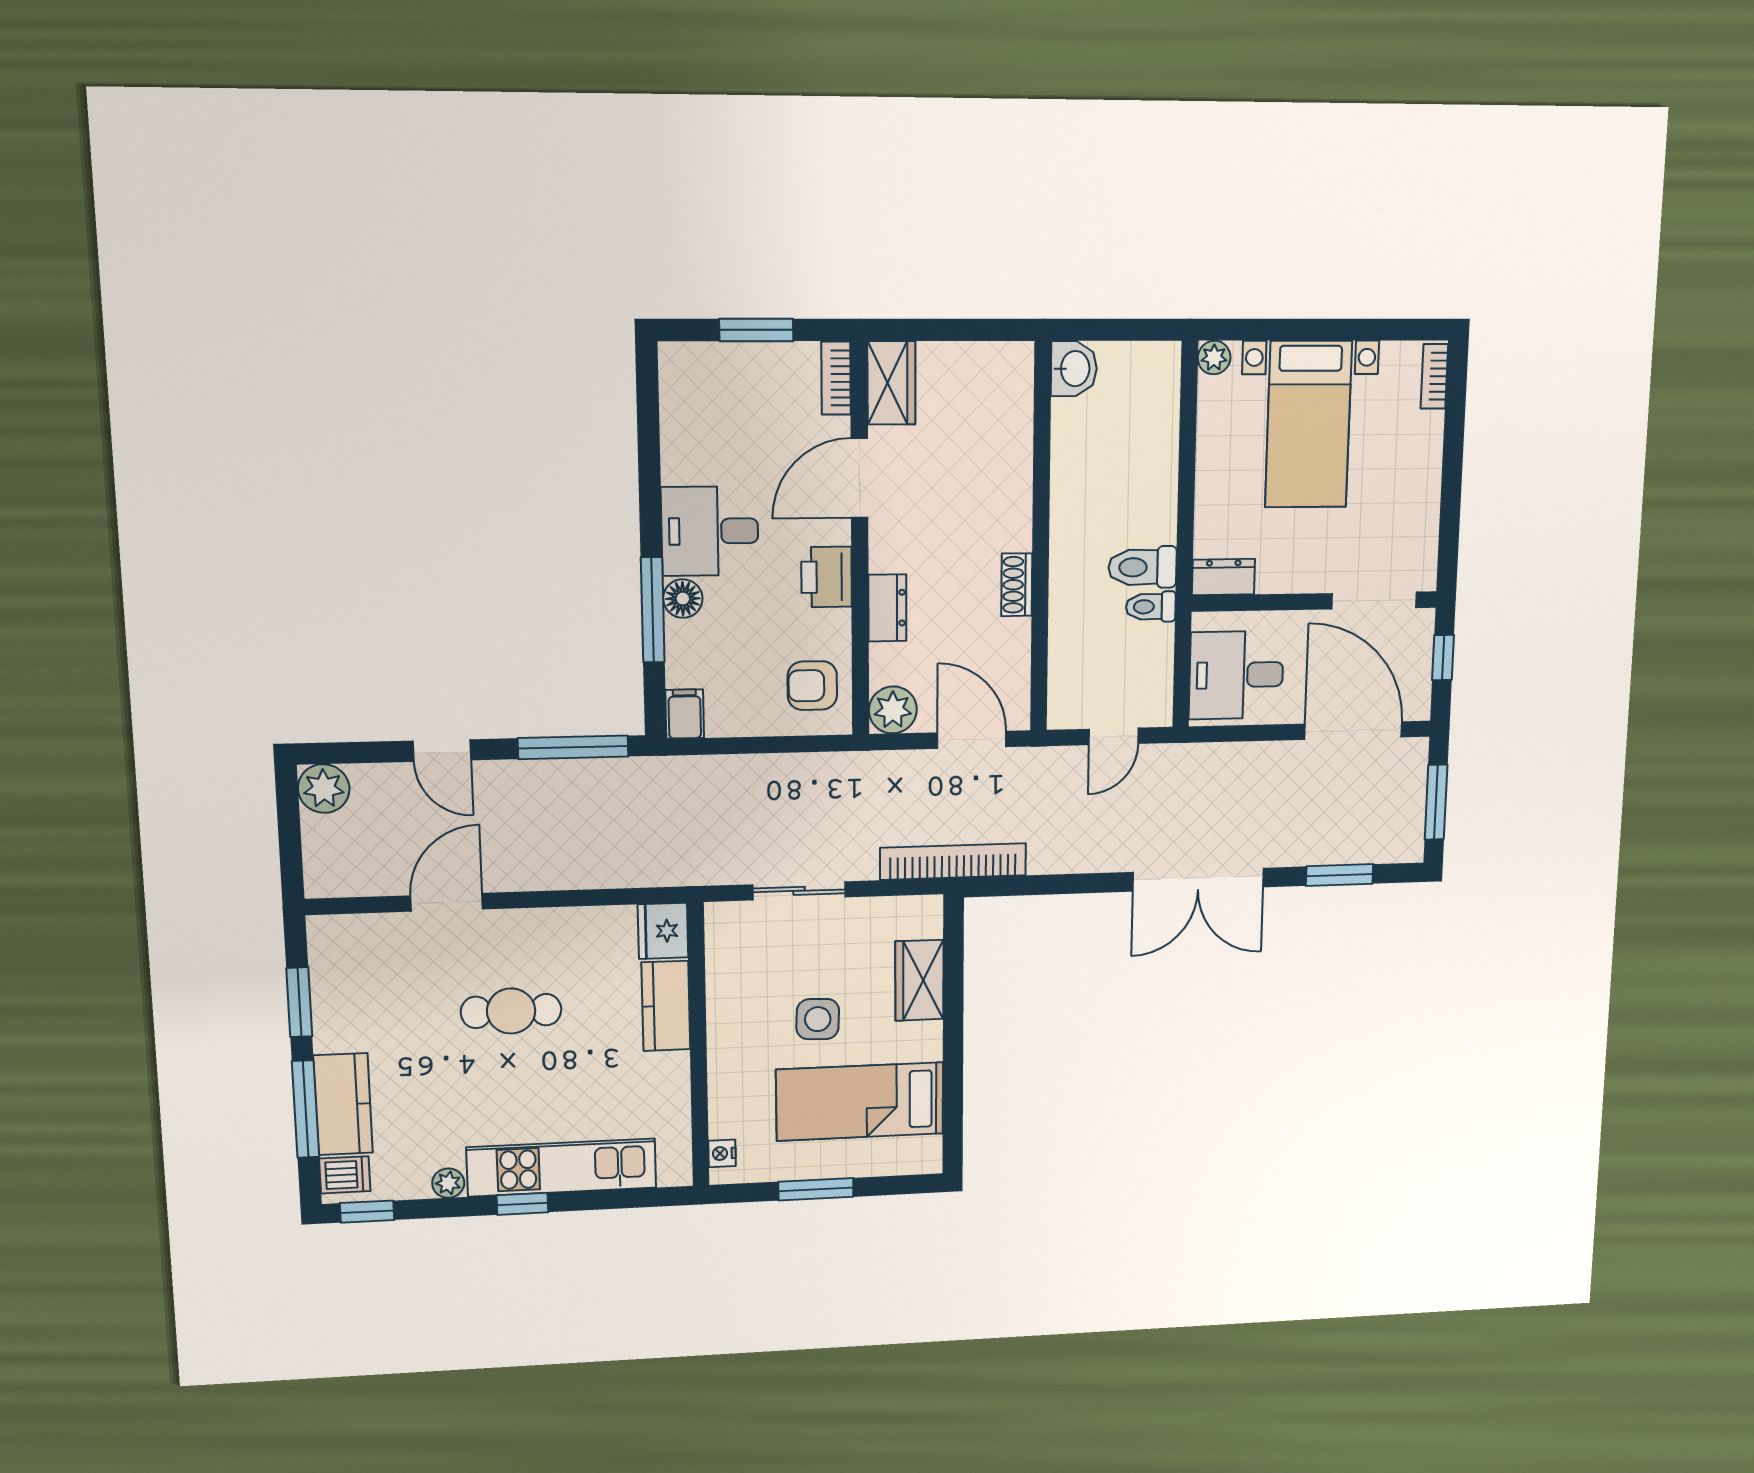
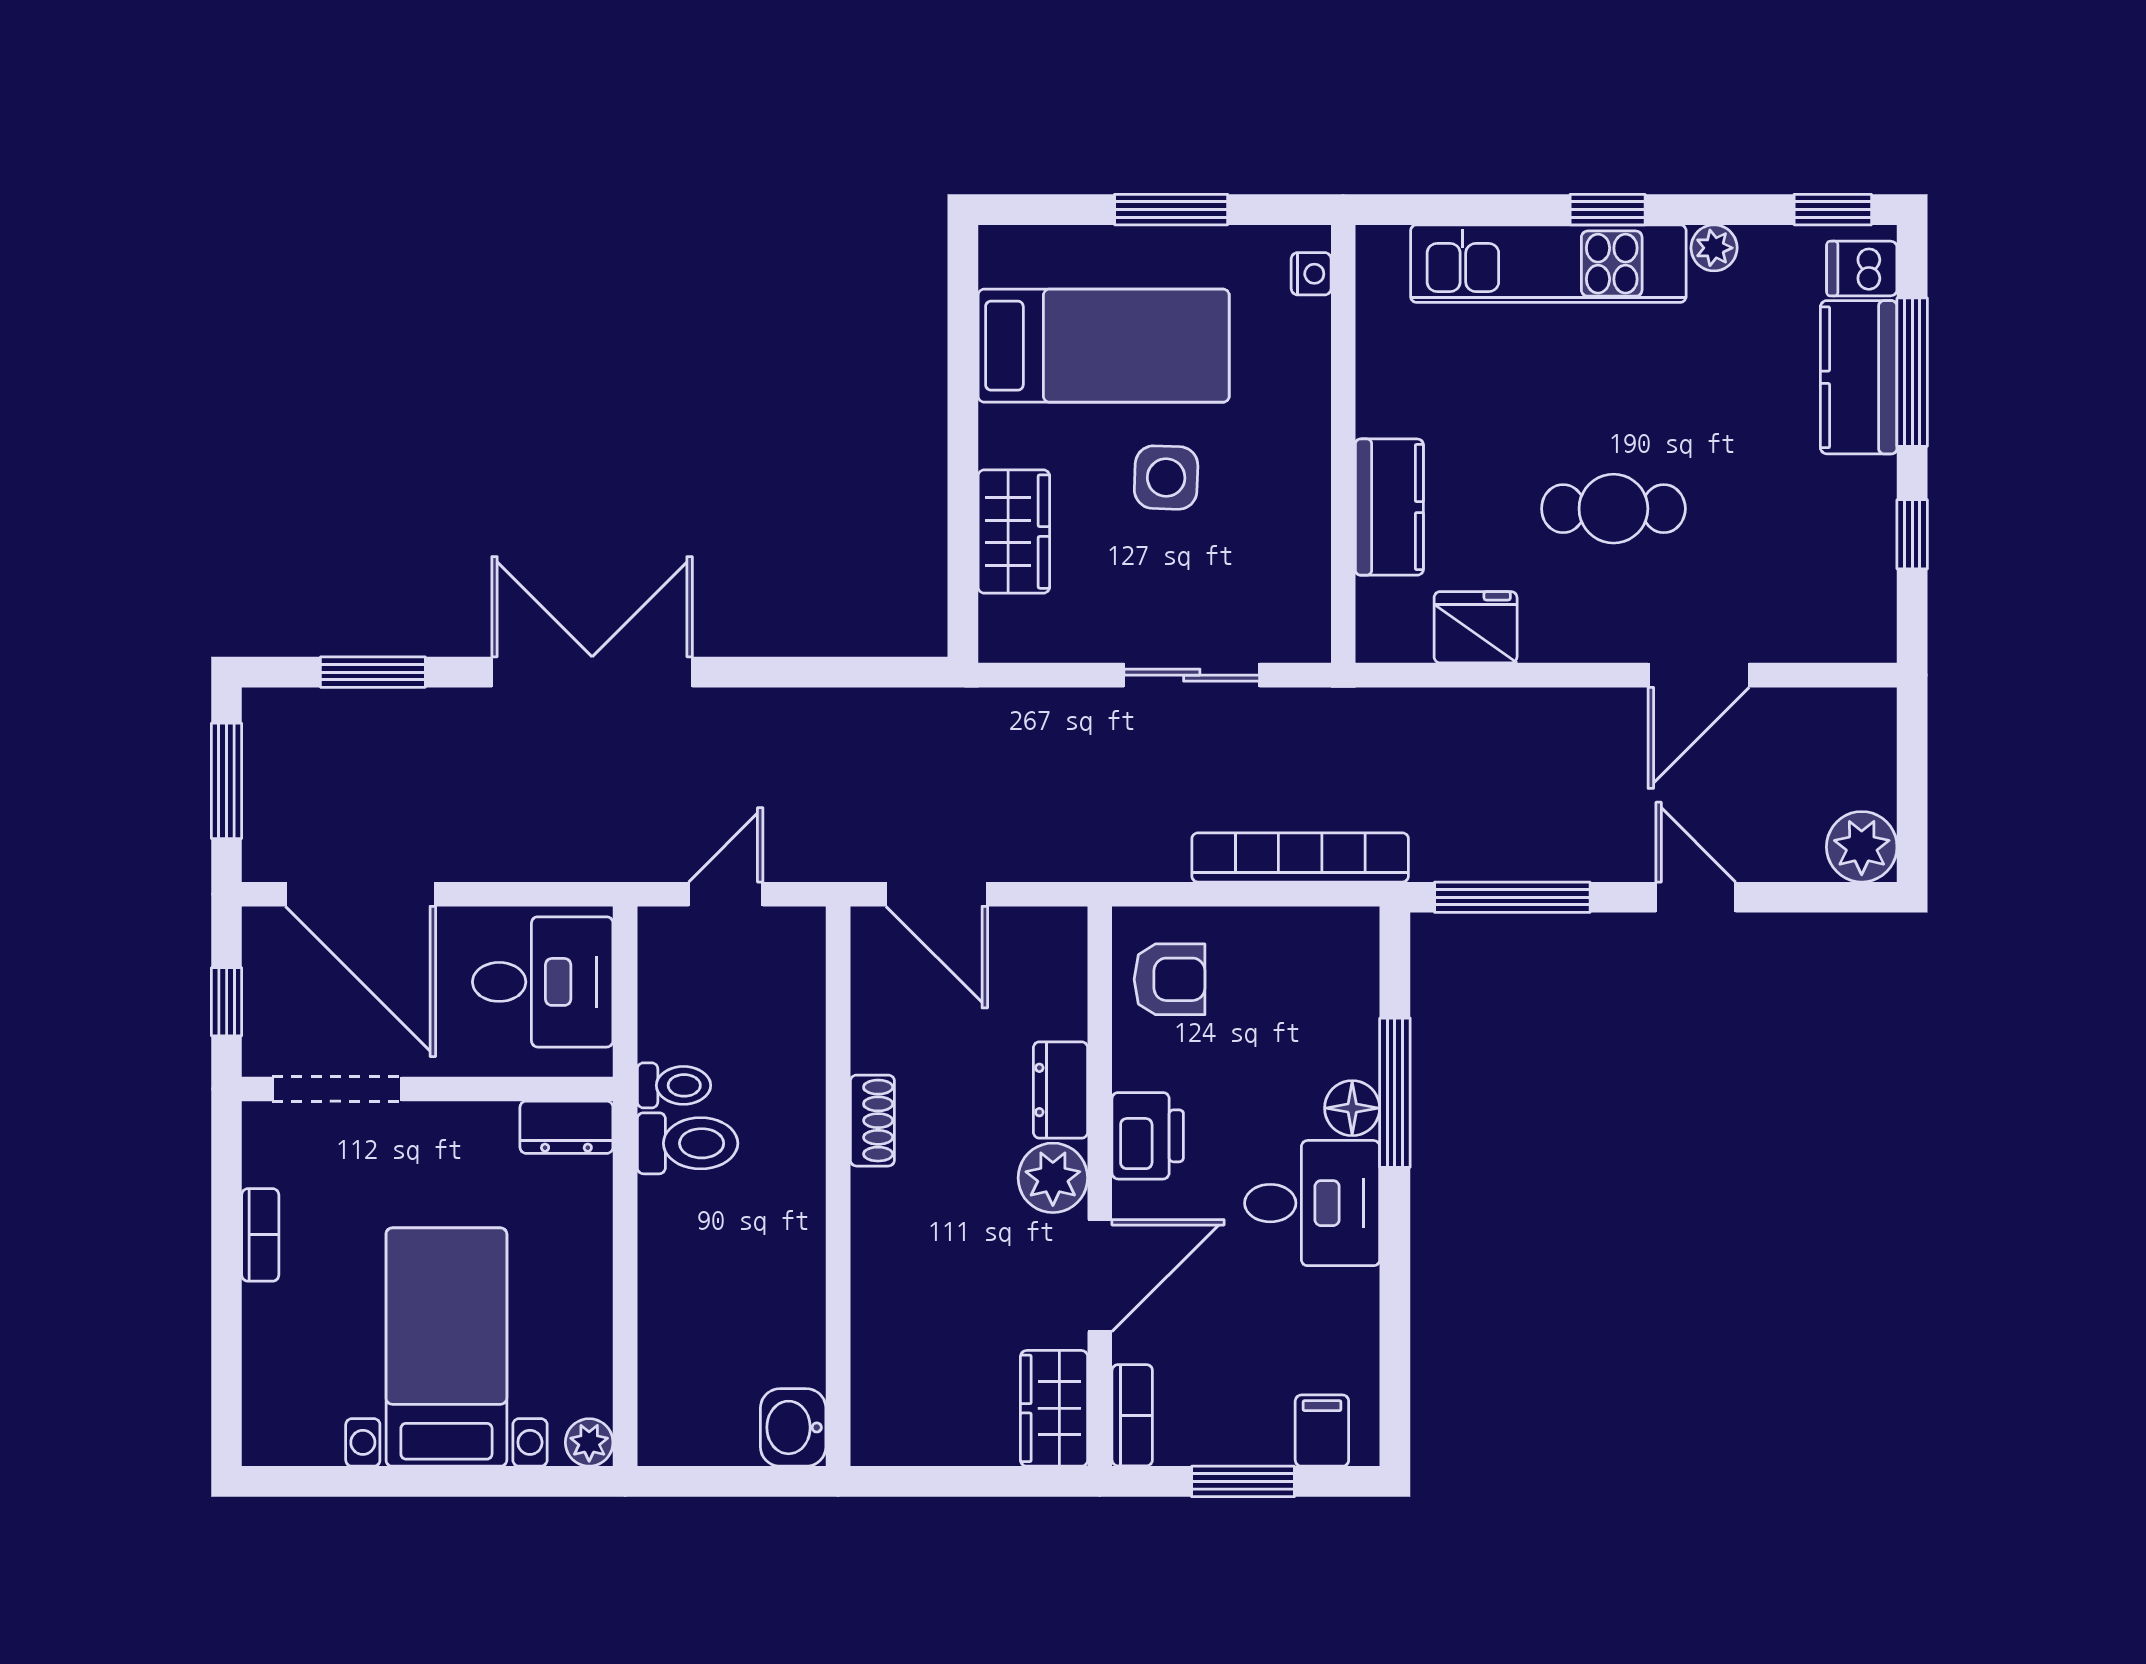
bookcase: (1434, 376) -> (260, 1235), moved
plant: (893, 710) -> (1053, 1178), moved
filing cabinet: (685, 714) -> (1322, 1431), moved, turned 180
bookcase: (953, 862) -> (1300, 857), moved, turned 180
fridge: (663, 931) -> (1476, 627), moved, turned -90
window: (299, 1002) -> (1912, 534), width x0.67

